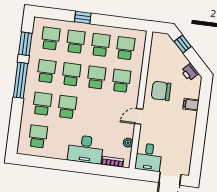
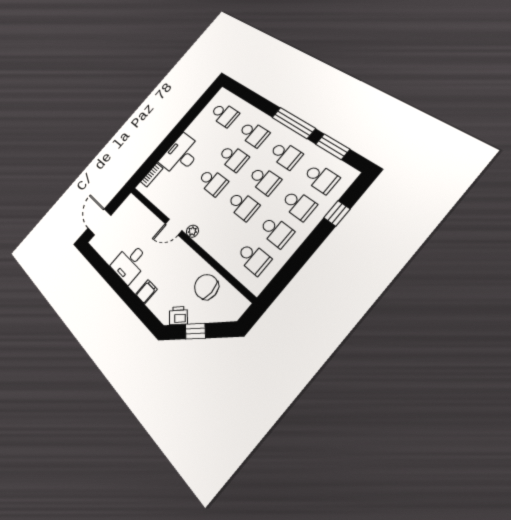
window: (83, 17) -> (337, 213), moved
window: (183, 44) -> (195, 331), moved
school desk: (121, 81) -> (212, 182), moved
chair: (161, 91) -> (206, 287), moved, turned -90
door: (139, 116) -> (173, 227), swing flipped
plant: (128, 143) -> (192, 231), moved
desk: (149, 157) -> (130, 263), moved, turned -90

